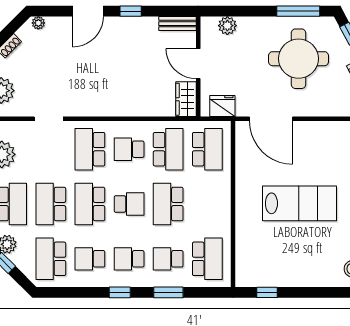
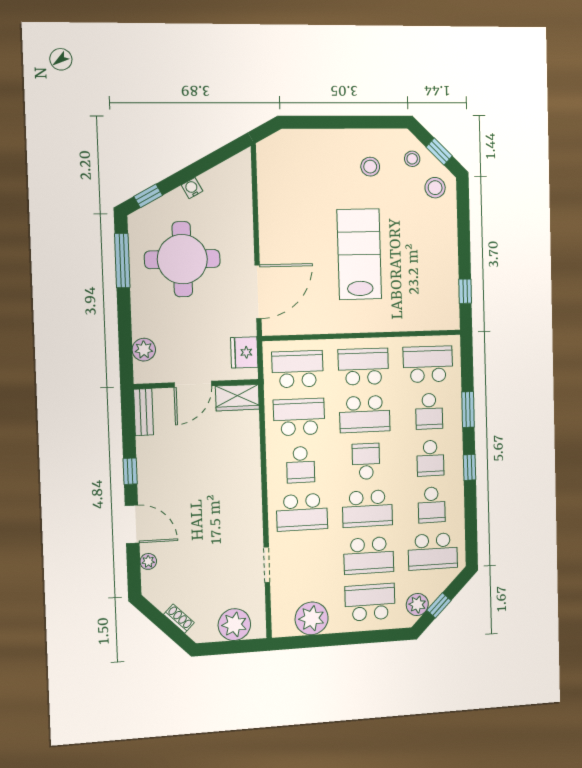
plant: (38, 23) -> (148, 561), moved
school desk: (207, 204) -> (363, 367), added

